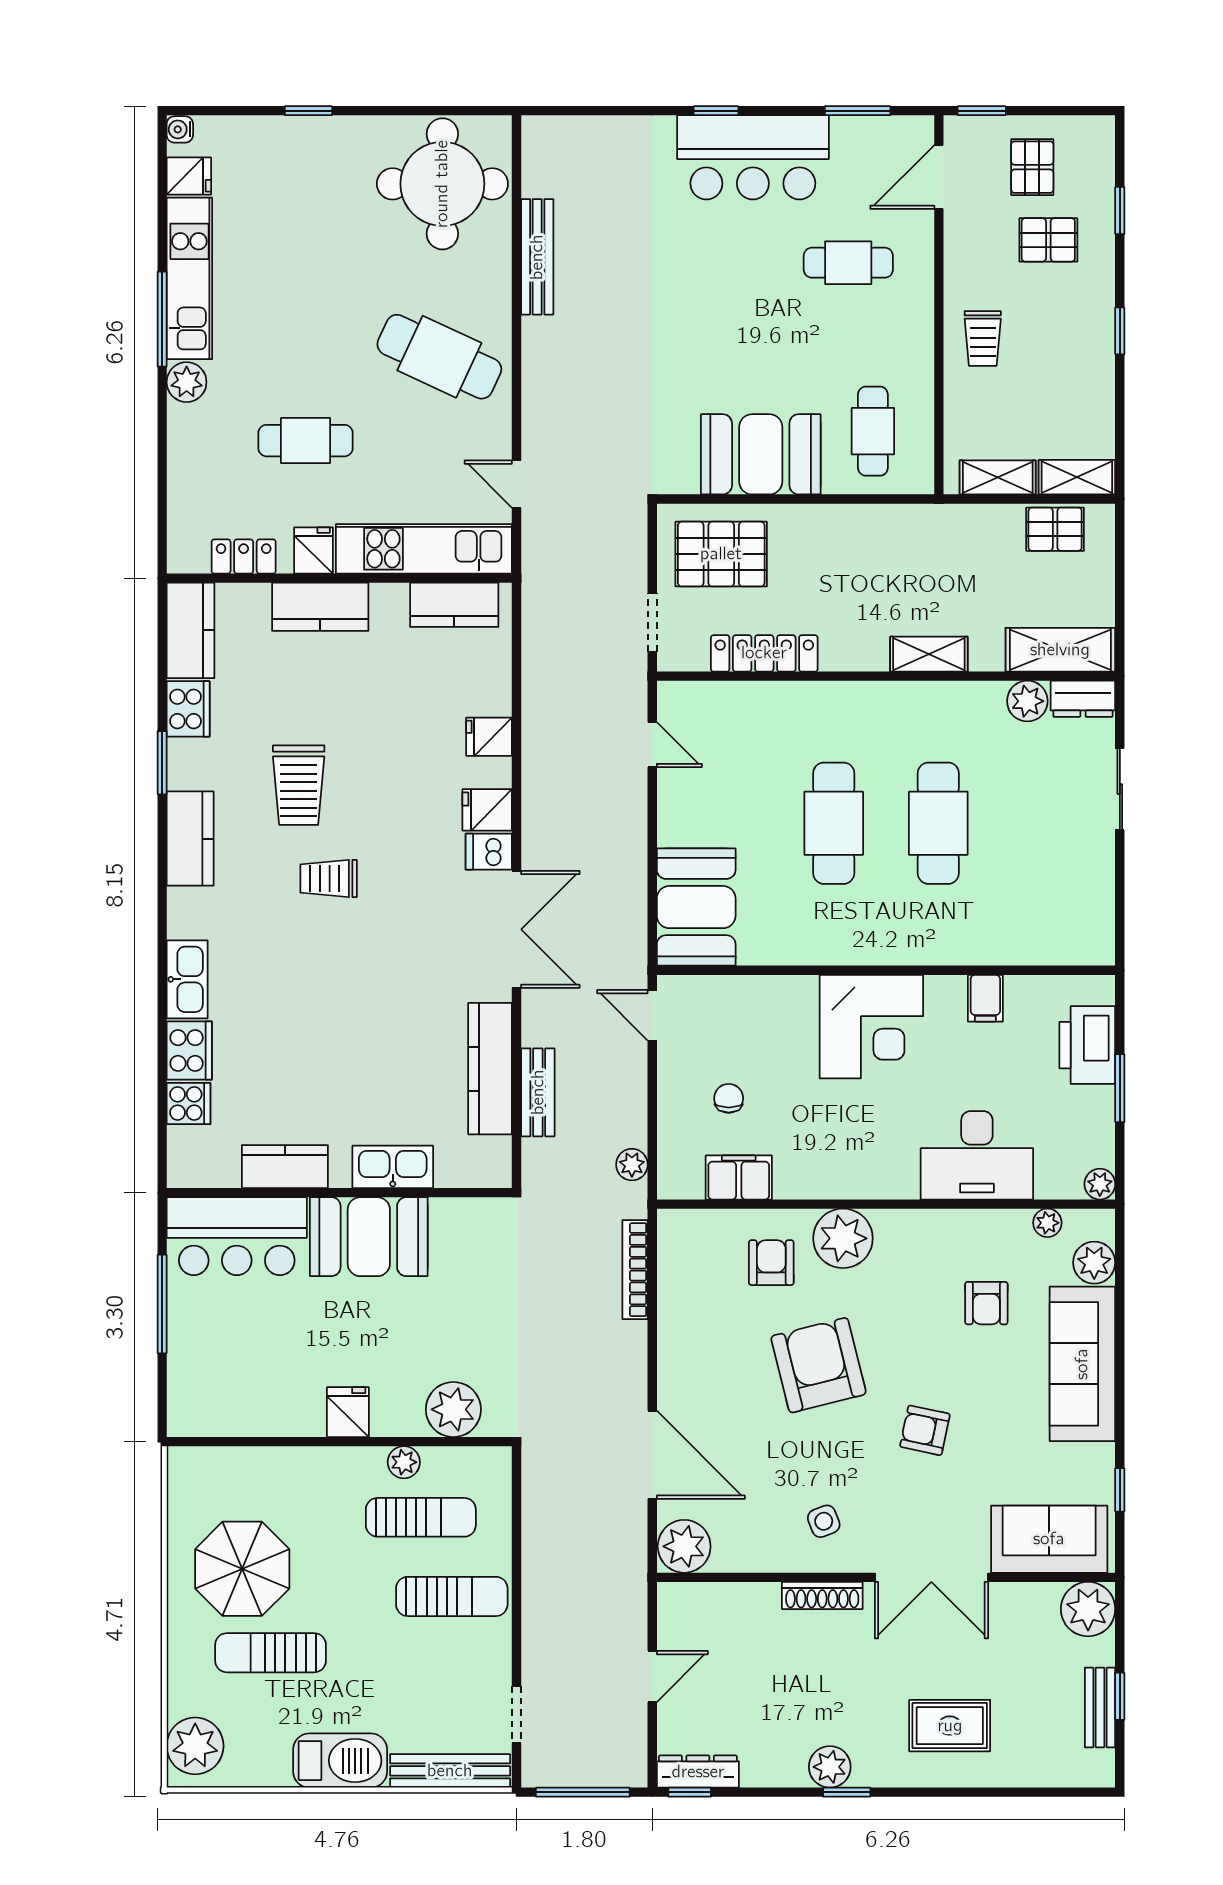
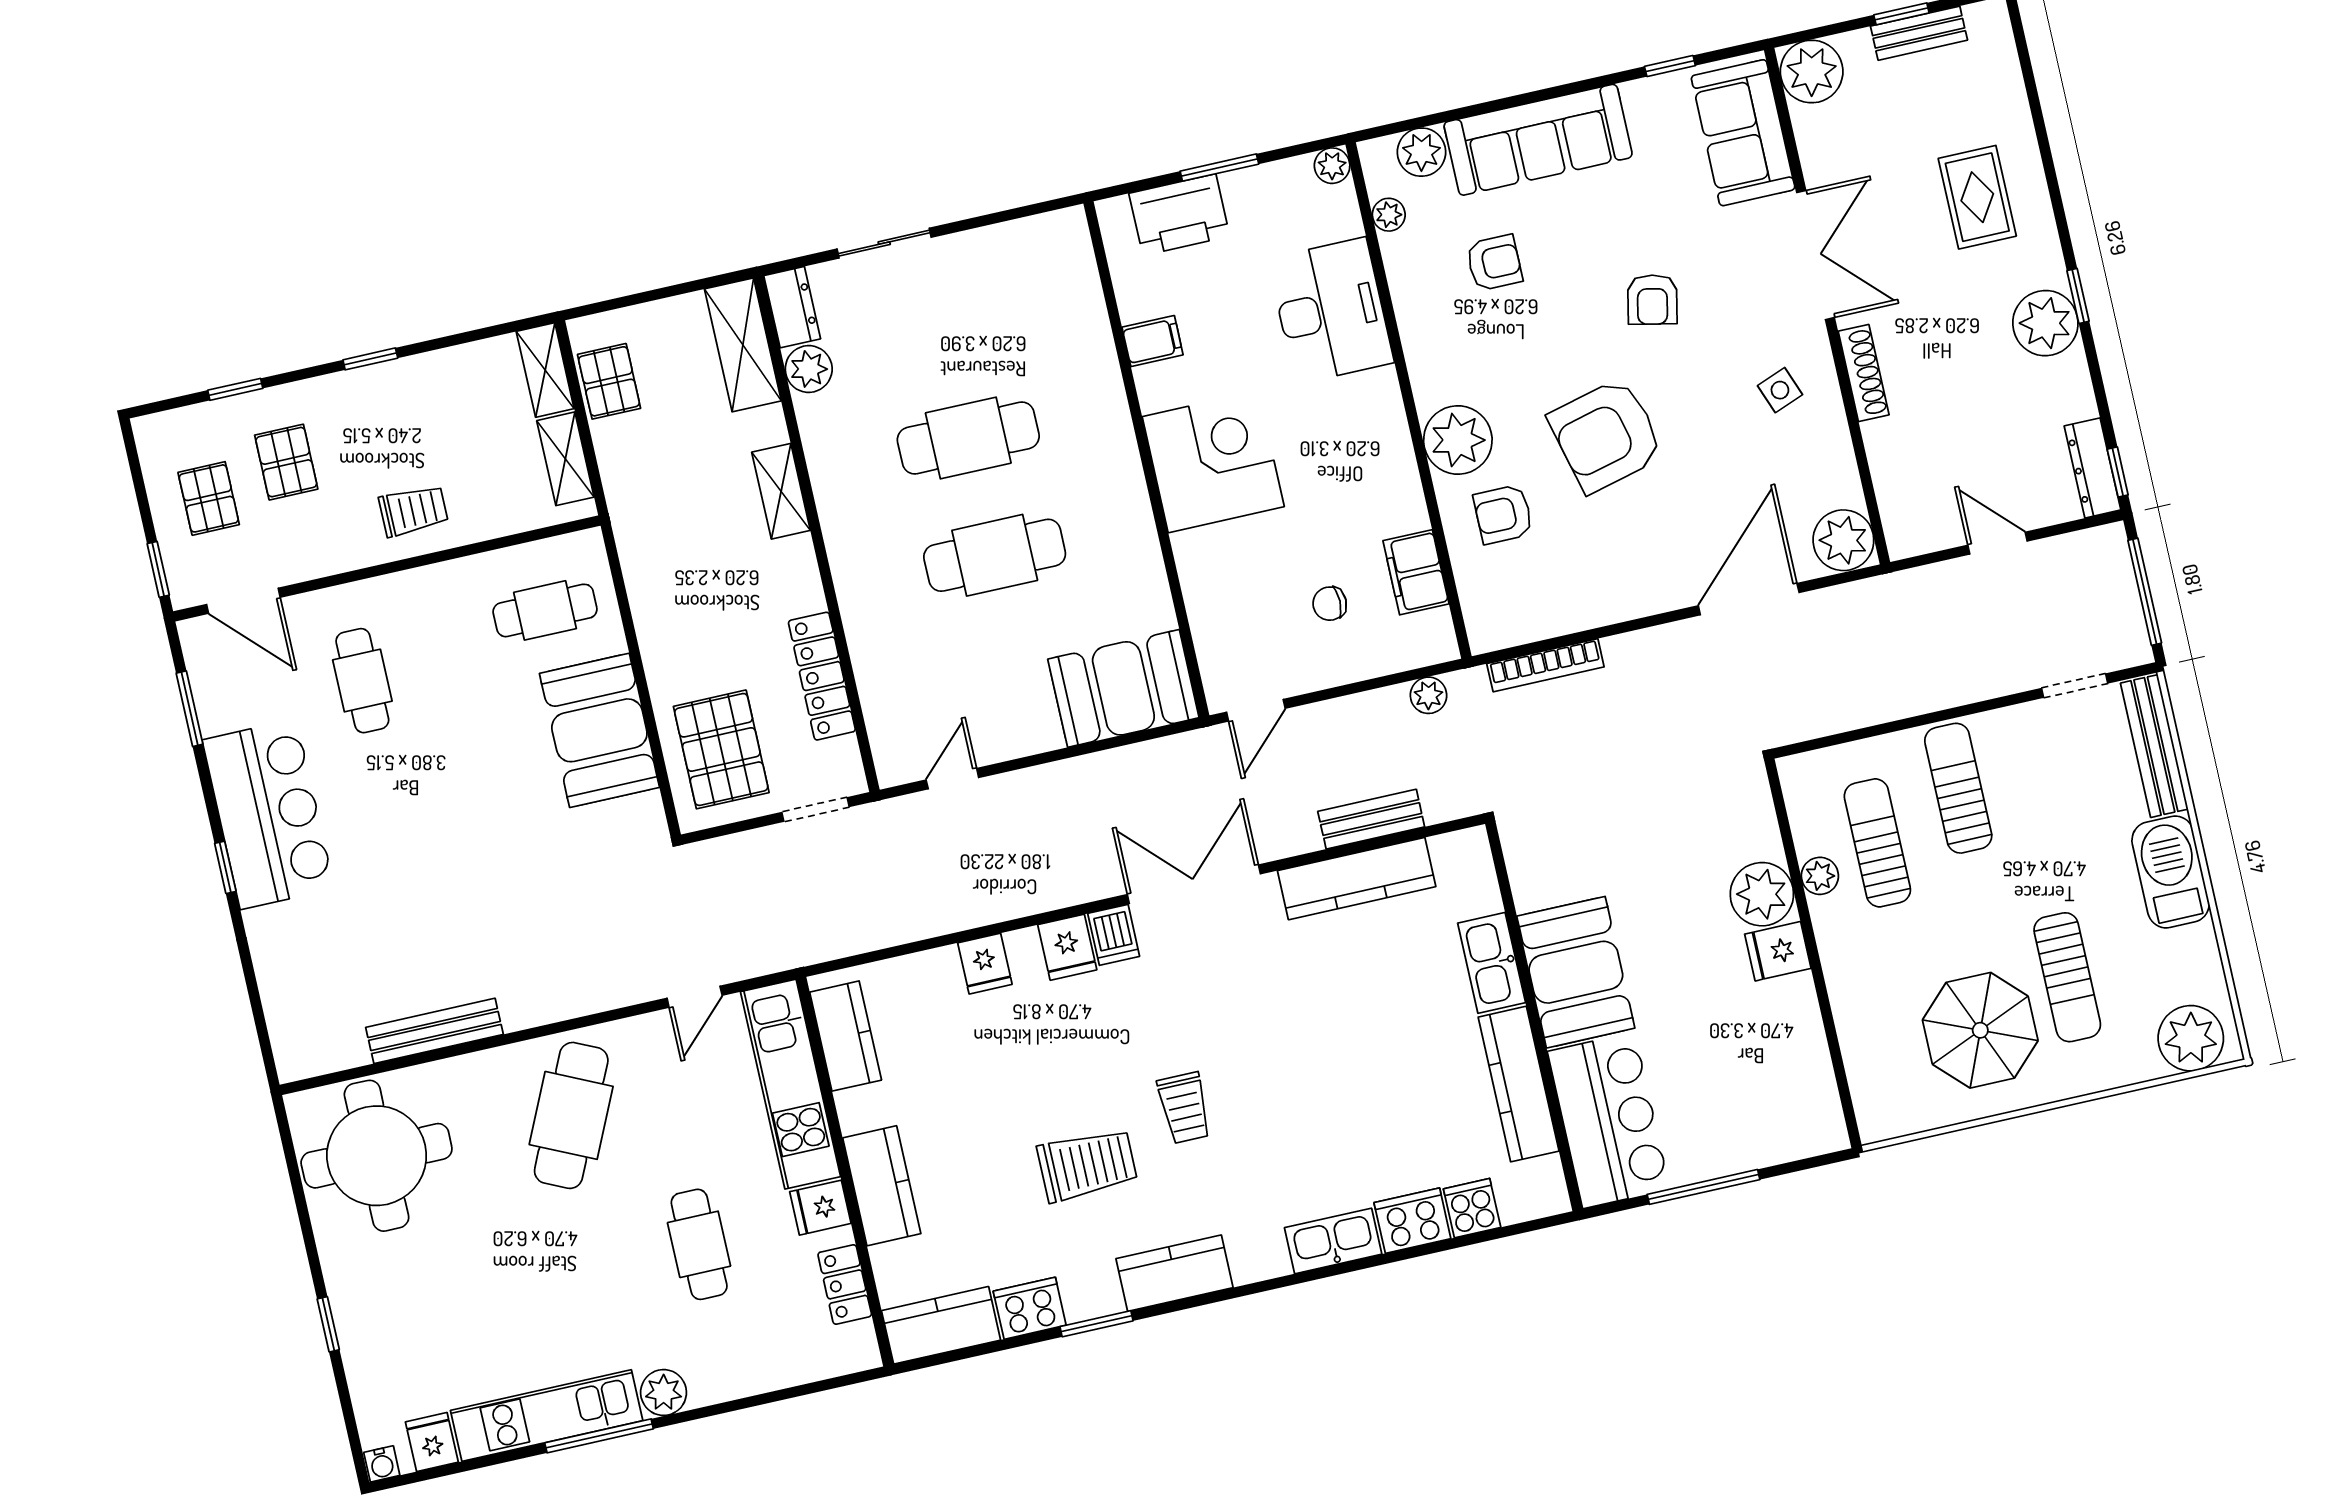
pallet: (1032, 167) -> (209, 498), turned 90
kitchen counter: (285, 1167) -> (1519, 1084), width x1.50
plant: (453, 1409) -> (1762, 894), moved
plant: (830, 1767) -> (2045, 323), width x1.36, depth x1.36

